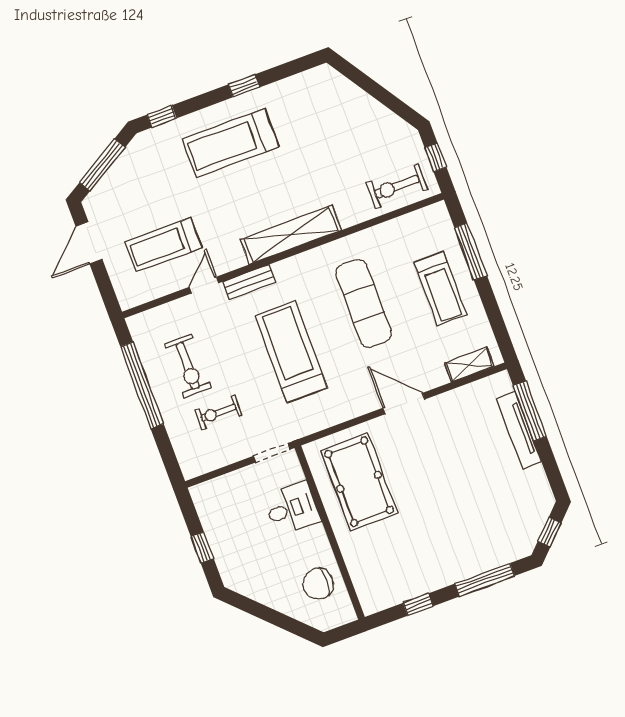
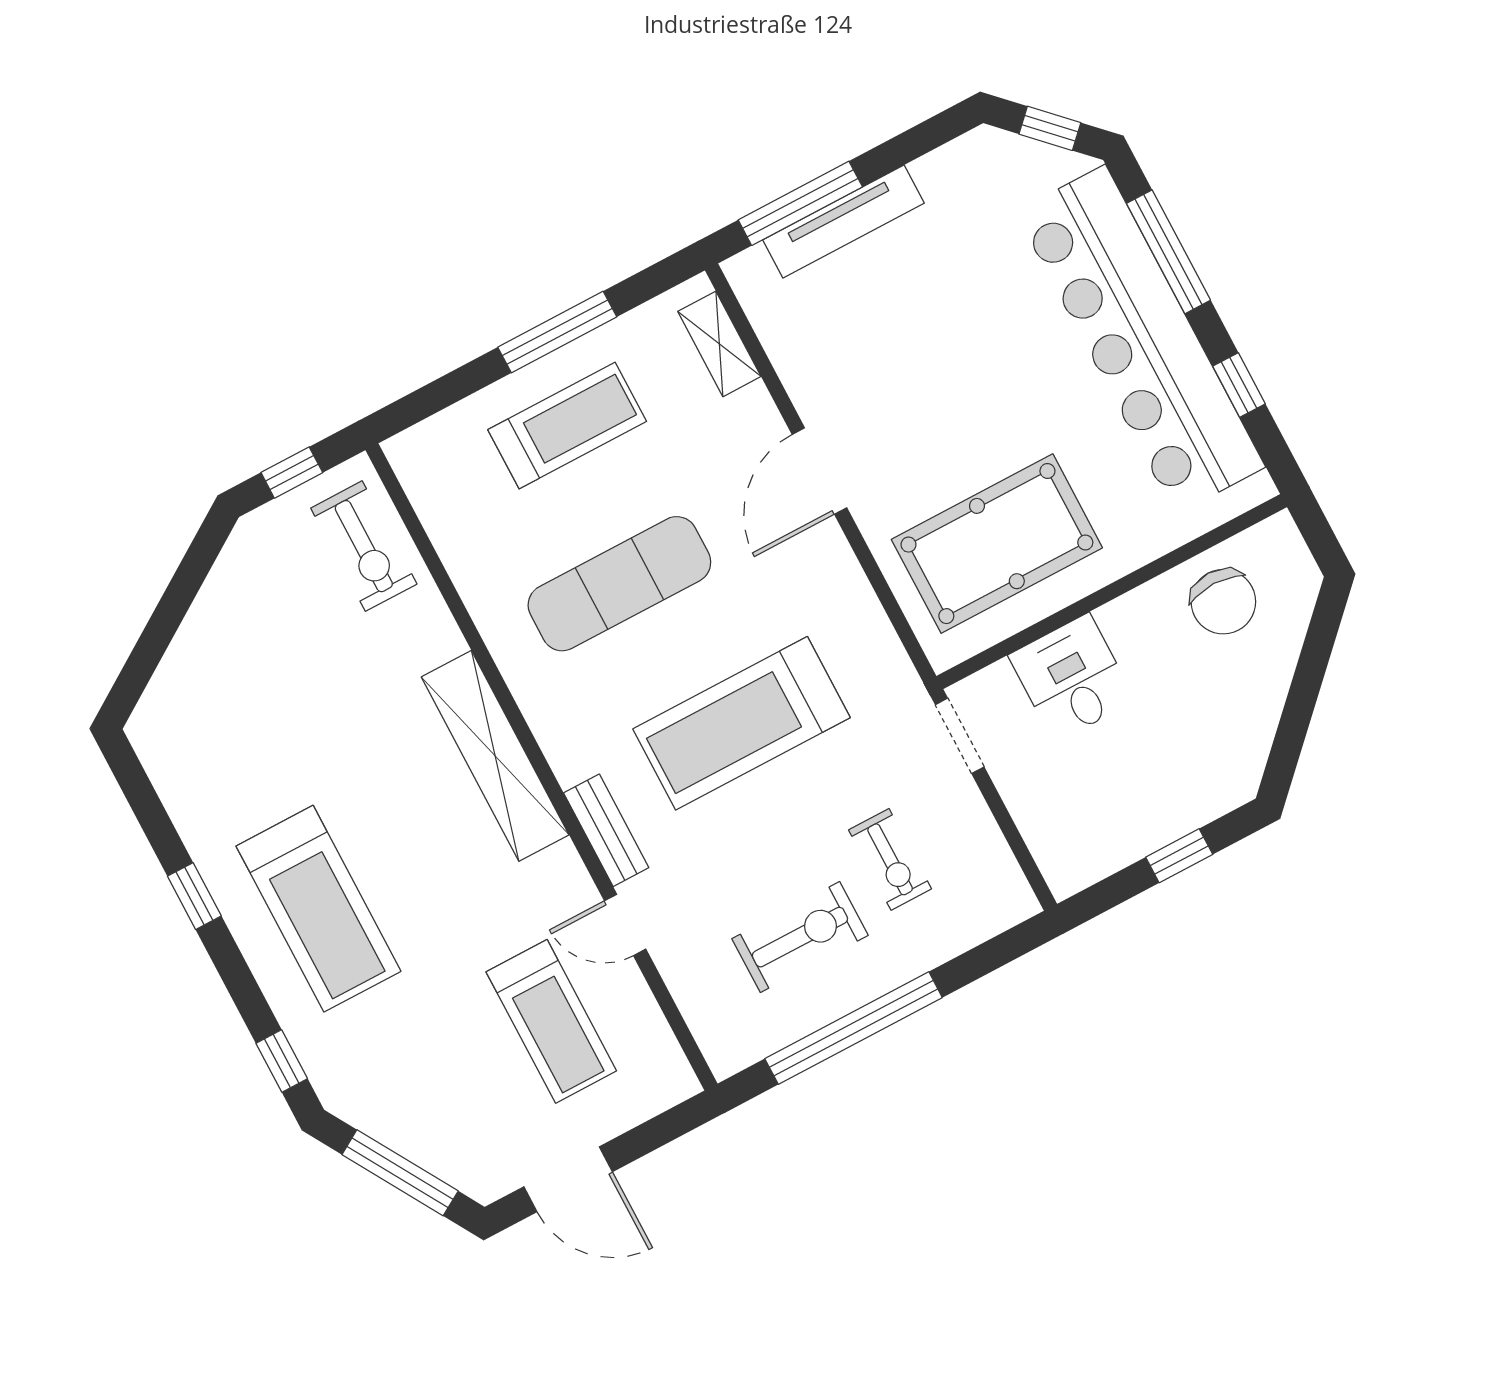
window: (471, 251) -> (557, 332), moved
bar counter: (446, 561) -> (1140, 339), added

